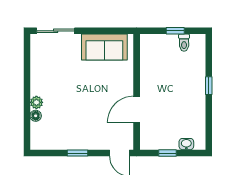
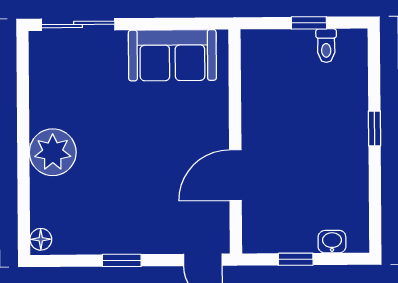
plant: (36, 102) -> (53, 152), width x1.87, depth x1.87
floor lamp: (36, 116) -> (41, 239), moved

